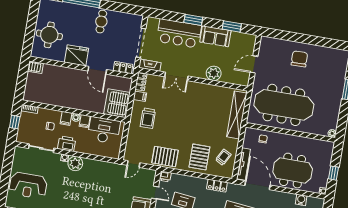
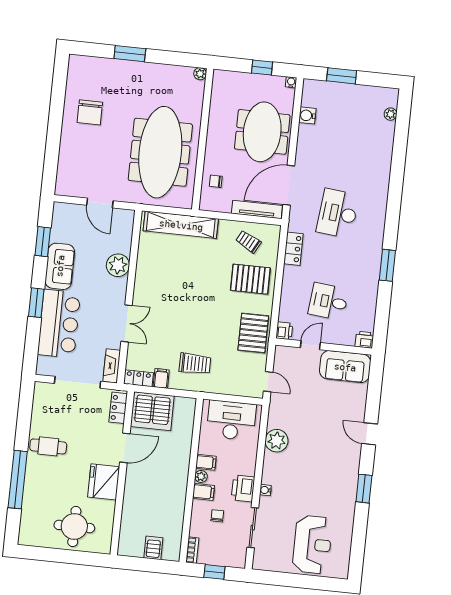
chair: (299, 59) -> (90, 112), moved, turned -89
server rack: (35, 67) -> (153, 548), moved
server rack: (117, 103) -> (152, 411), moved
desk: (104, 130) -> (231, 420), moved, turned 90
plant: (75, 164) -> (277, 441), moved

